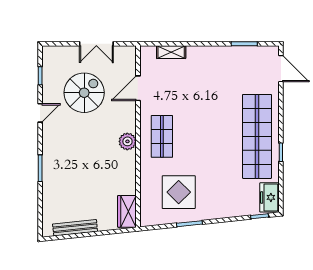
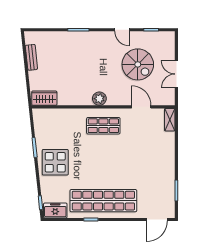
shelving: (171, 52) -> (170, 120), moved
display table: (179, 192) -> (55, 162), moved
bench: (75, 228) -> (31, 57), width x0.73

